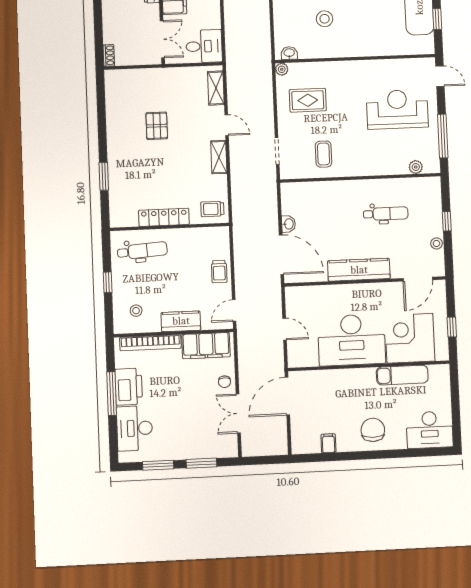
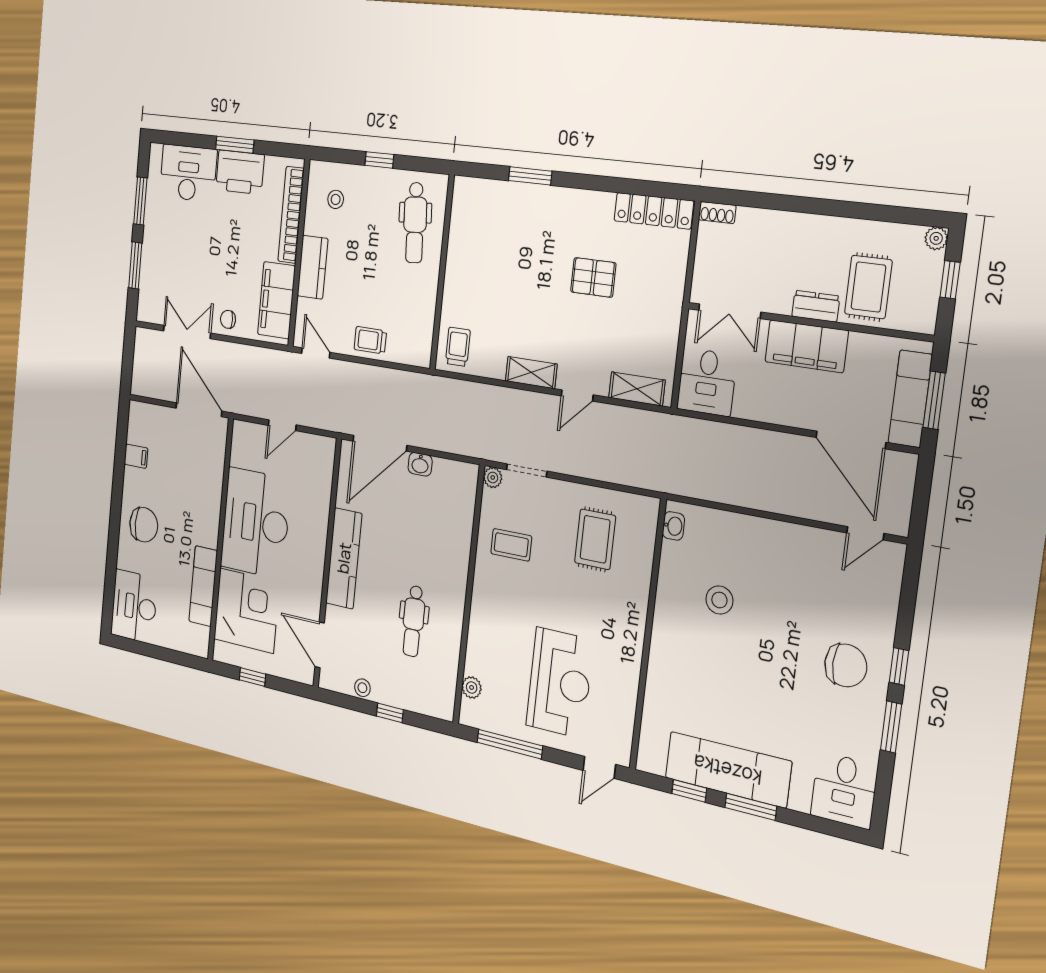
plant: (282, 69) -> (493, 478), moved
locker: (164, 217) -> (654, 211), moved, turned 90
window: (112, 394) -> (235, 145), width x0.69

